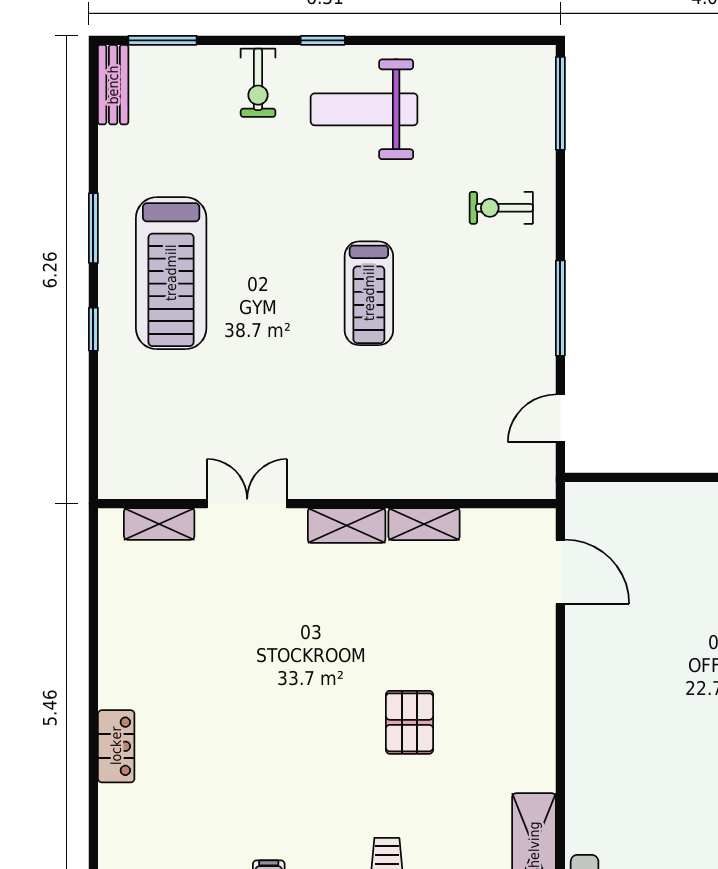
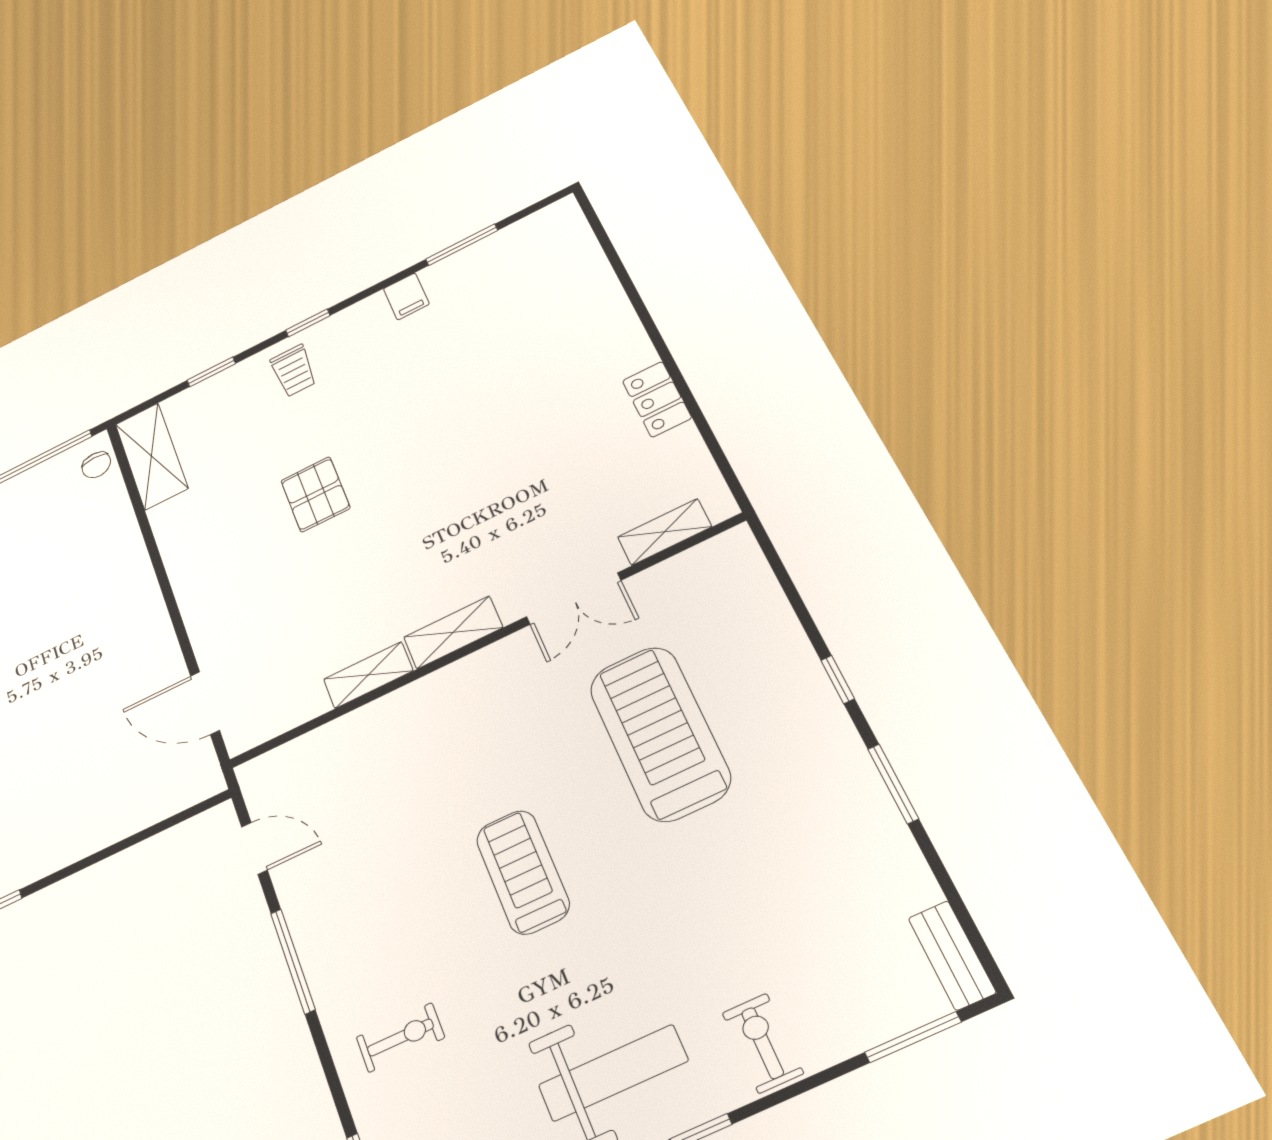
treadmill: (171, 273) -> (659, 733), moved
door: (560, 418) -> (254, 848), hinge flipped
locker: (116, 746) -> (657, 399), moved

